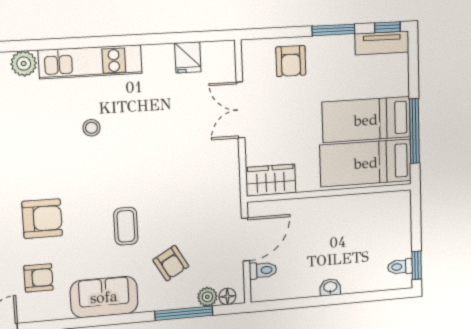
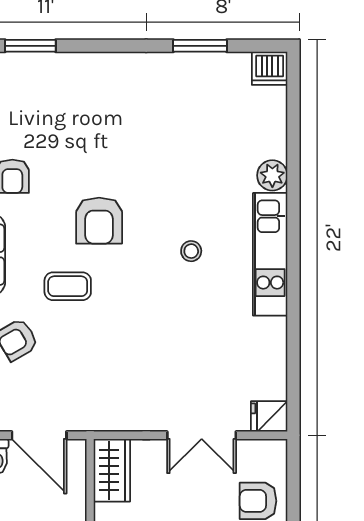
fridge: (188, 57) -> (269, 416), moved
double door: (240, 110) -> (202, 435), swing flipped
armchair: (42, 219) -> (99, 221), moved

